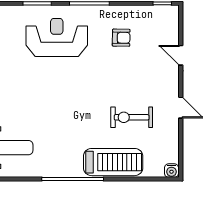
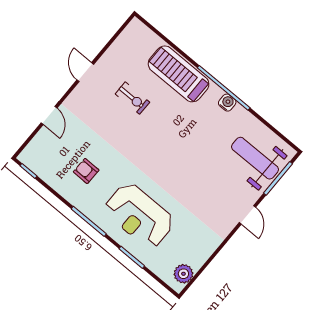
exercise bike: (132, 117) -> (132, 98), width x0.73, depth x0.72
water cooler: (171, 171) -> (227, 103), moved

